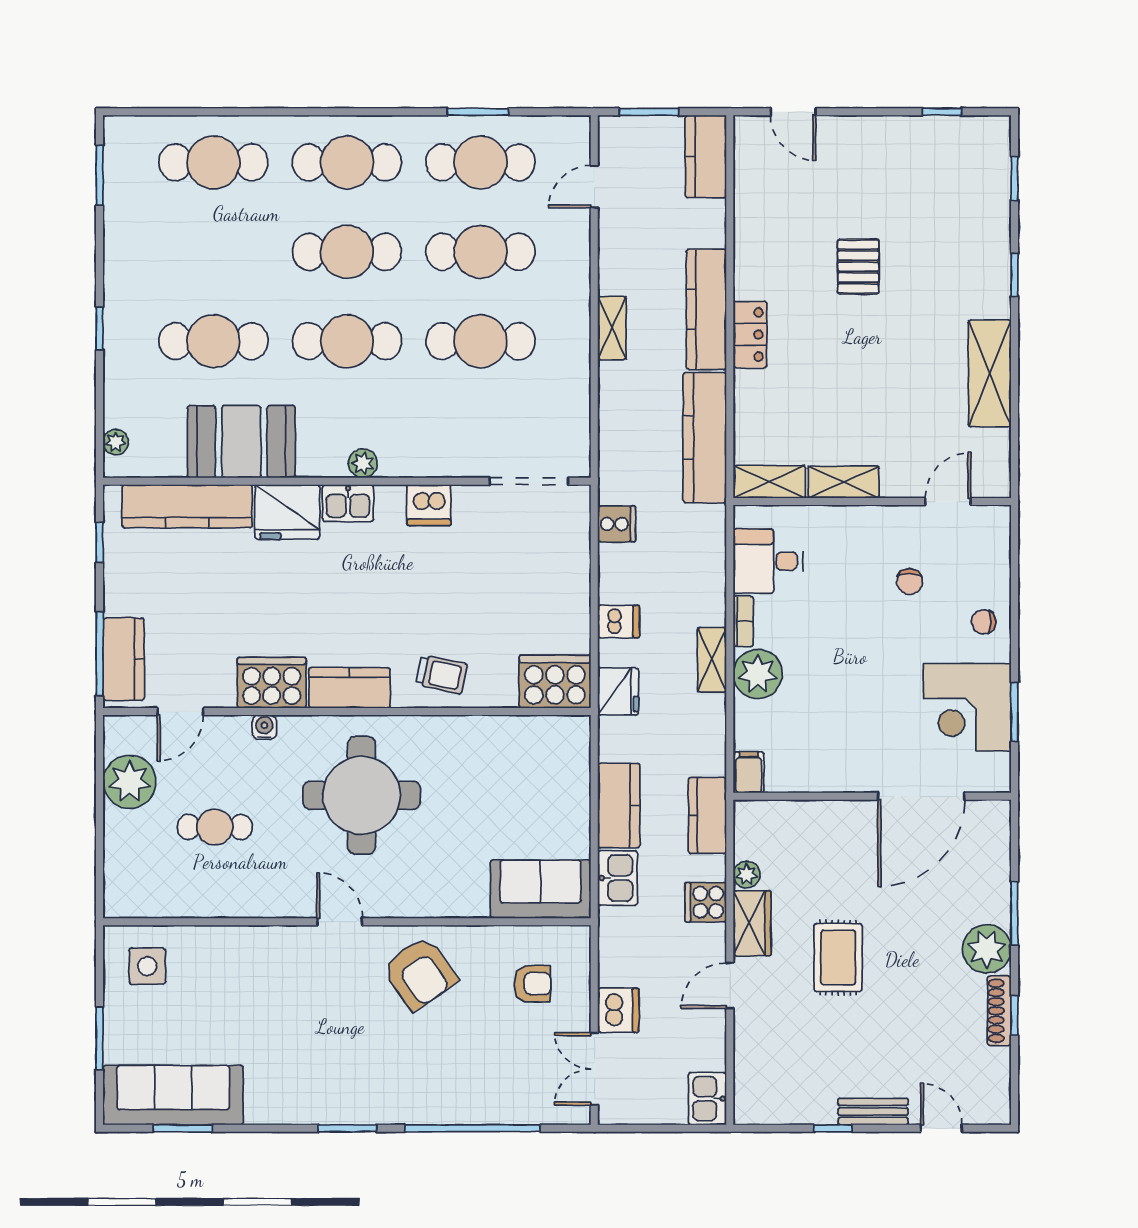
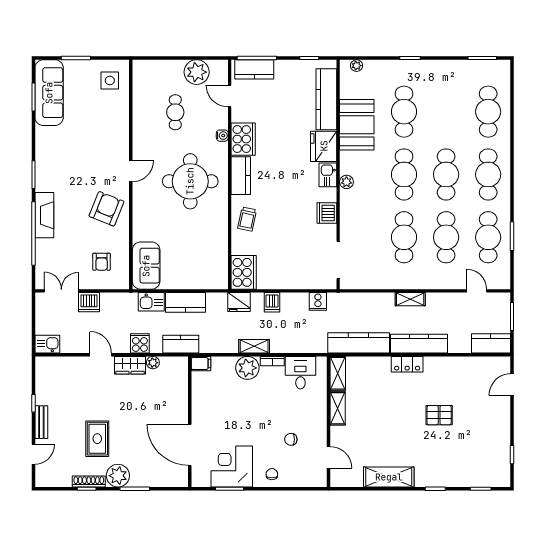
rug: (838, 958) -> (97, 439), moved, turned 90
armchair: (420, 973) -> (106, 209), turned 147
fireplace: (433, 1105) -> (44, 215), added

